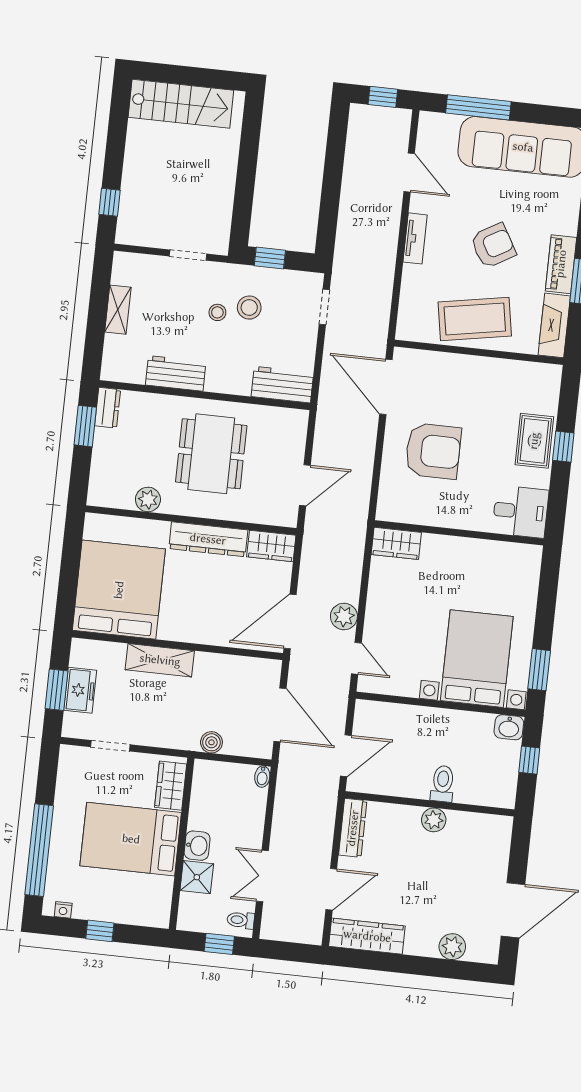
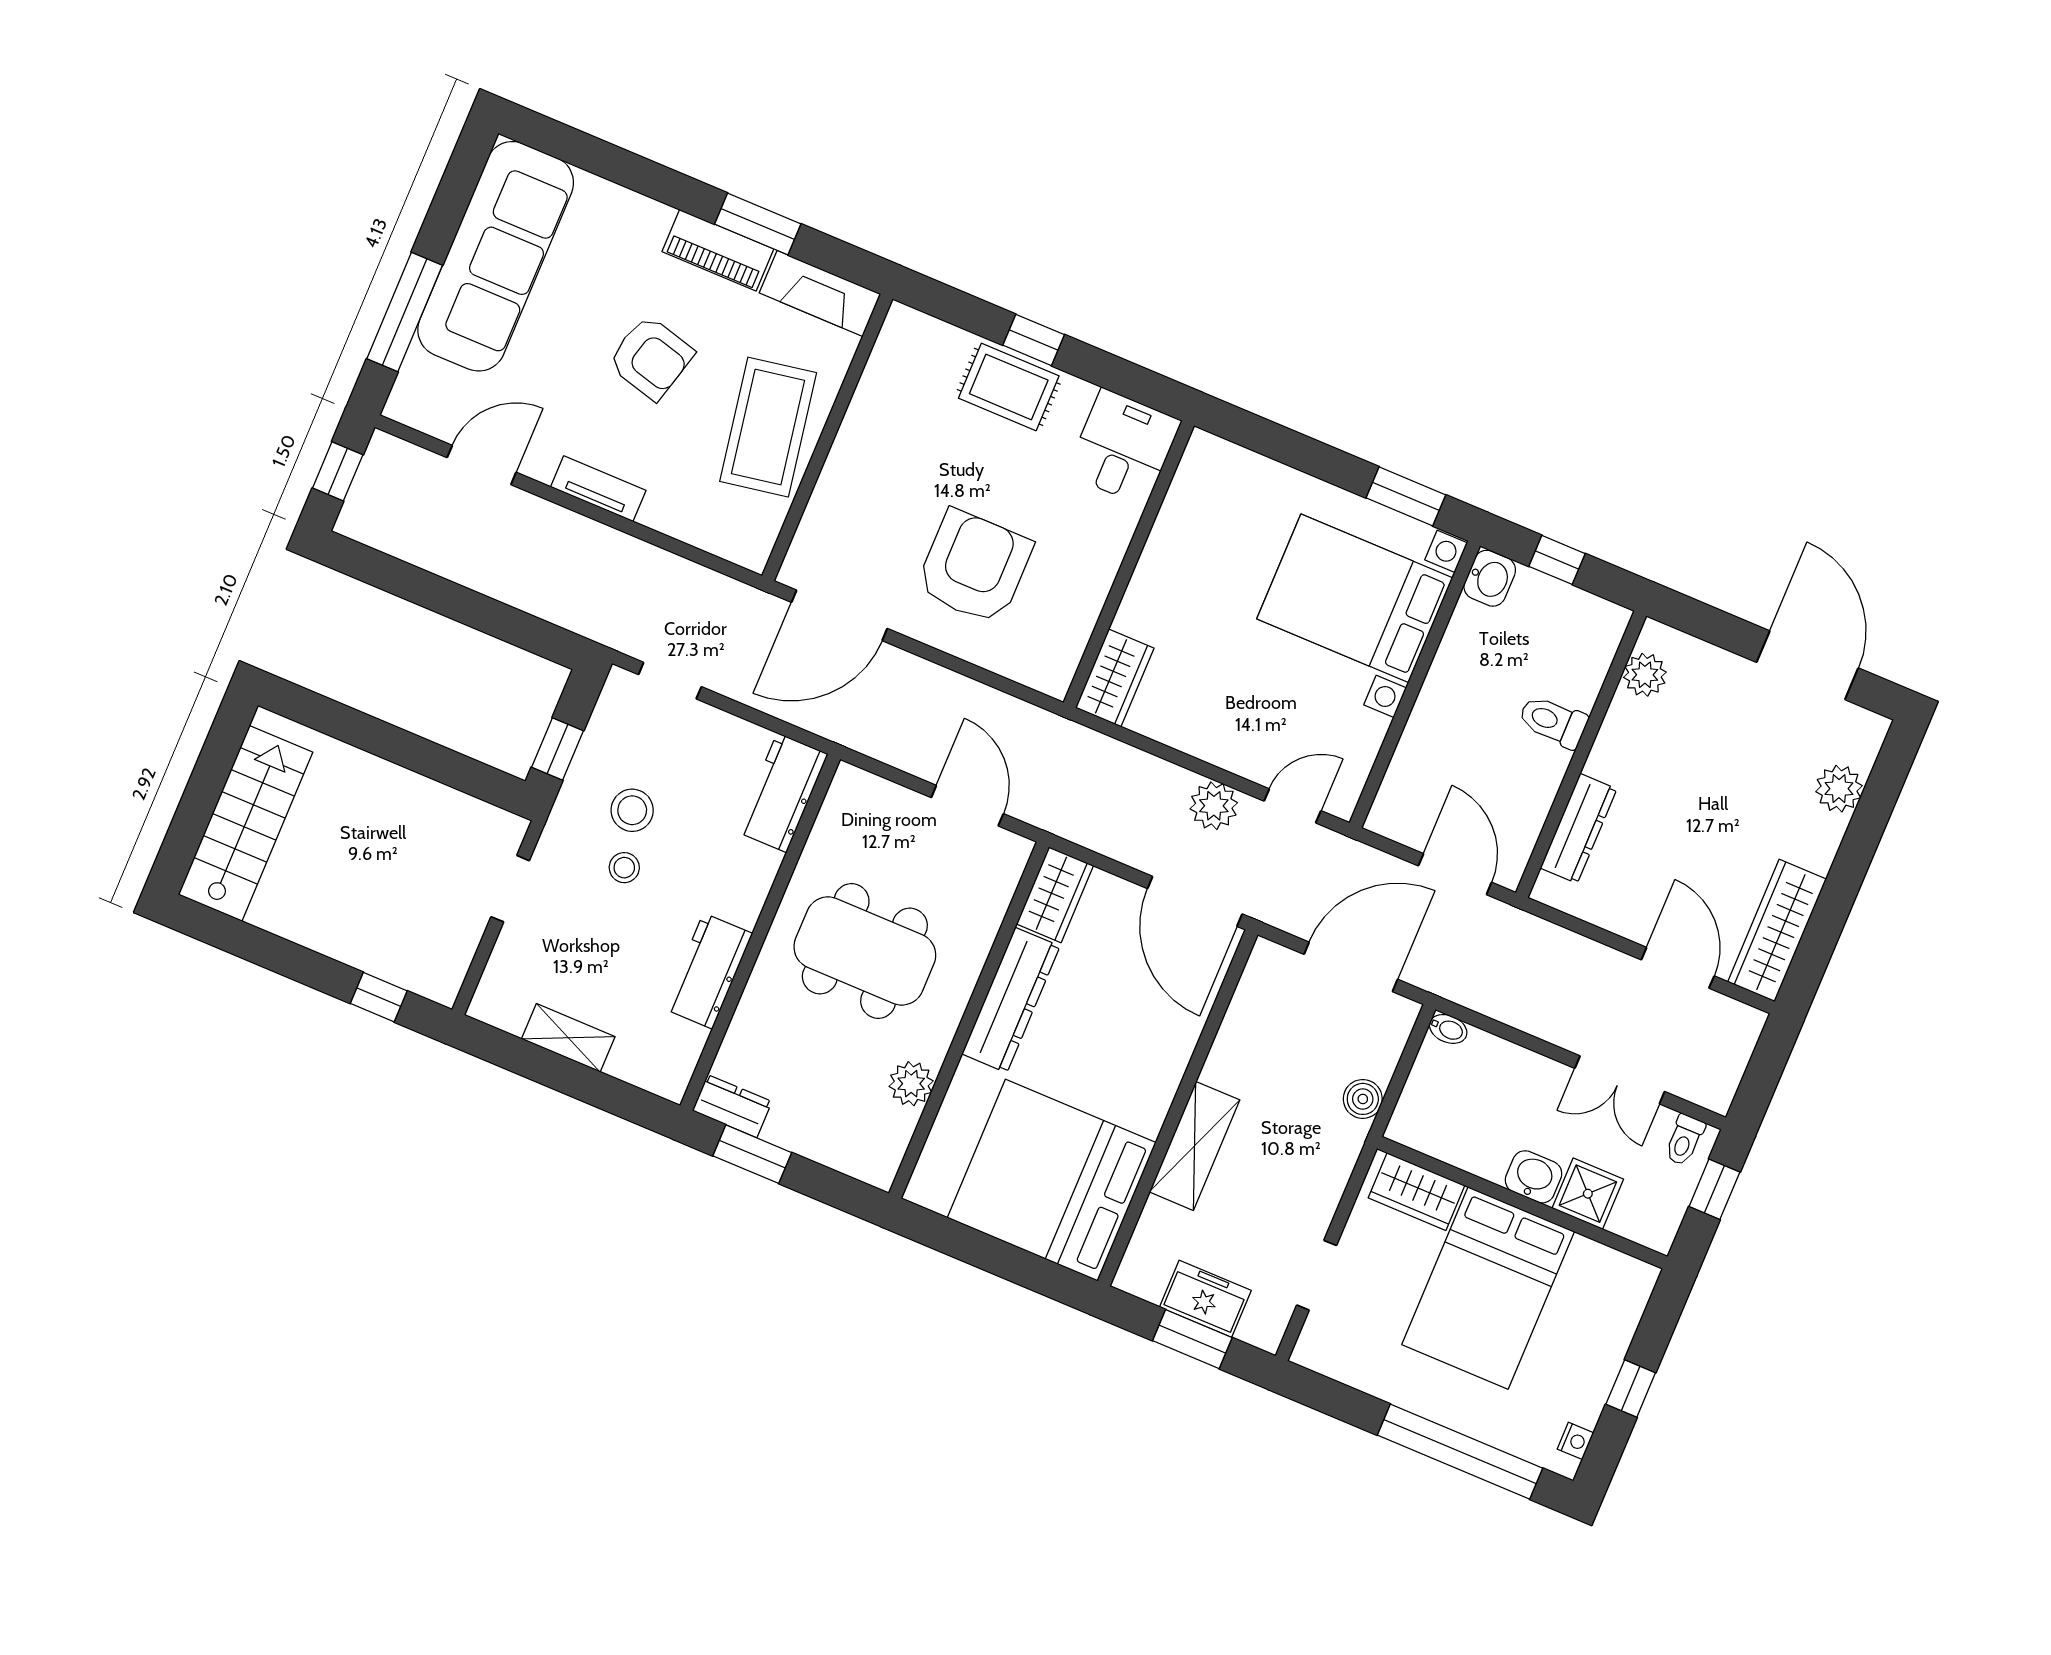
armchair: (493, 246) -> (651, 358), turned 135
plant: (434, 820) -> (1645, 675), moved
dresser: (353, 828) -> (1579, 828), moved, turned 90

